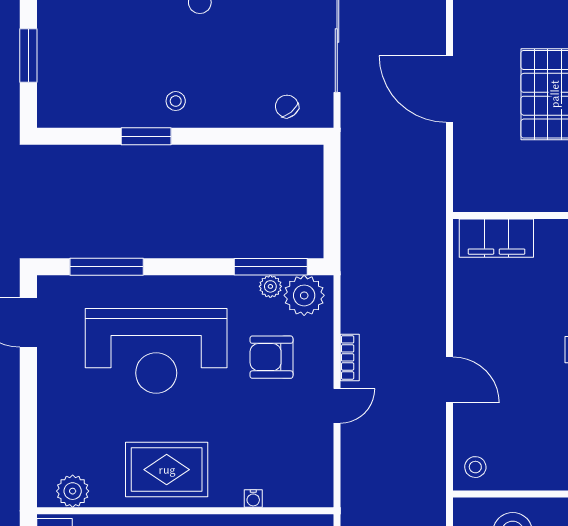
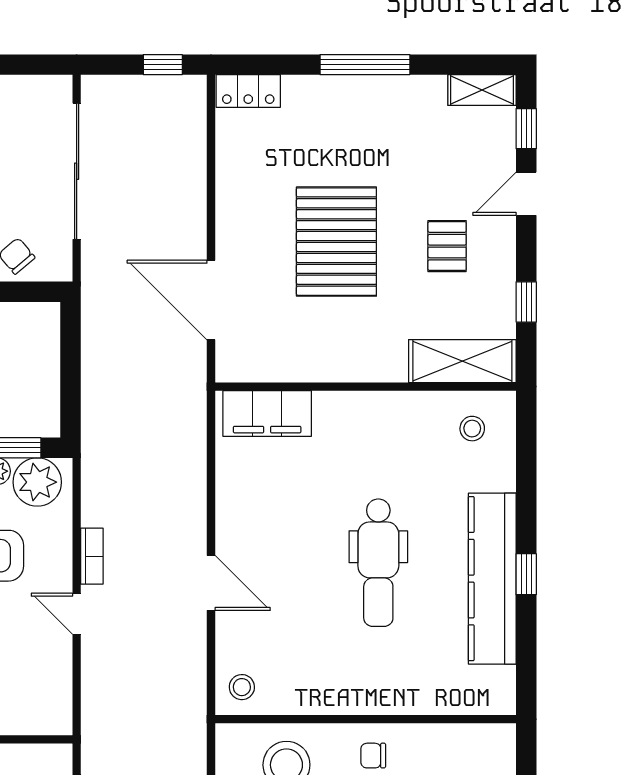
door: (450, 89) -> (211, 300), moved
door: (337, 406) -> (77, 614), swing flipped

